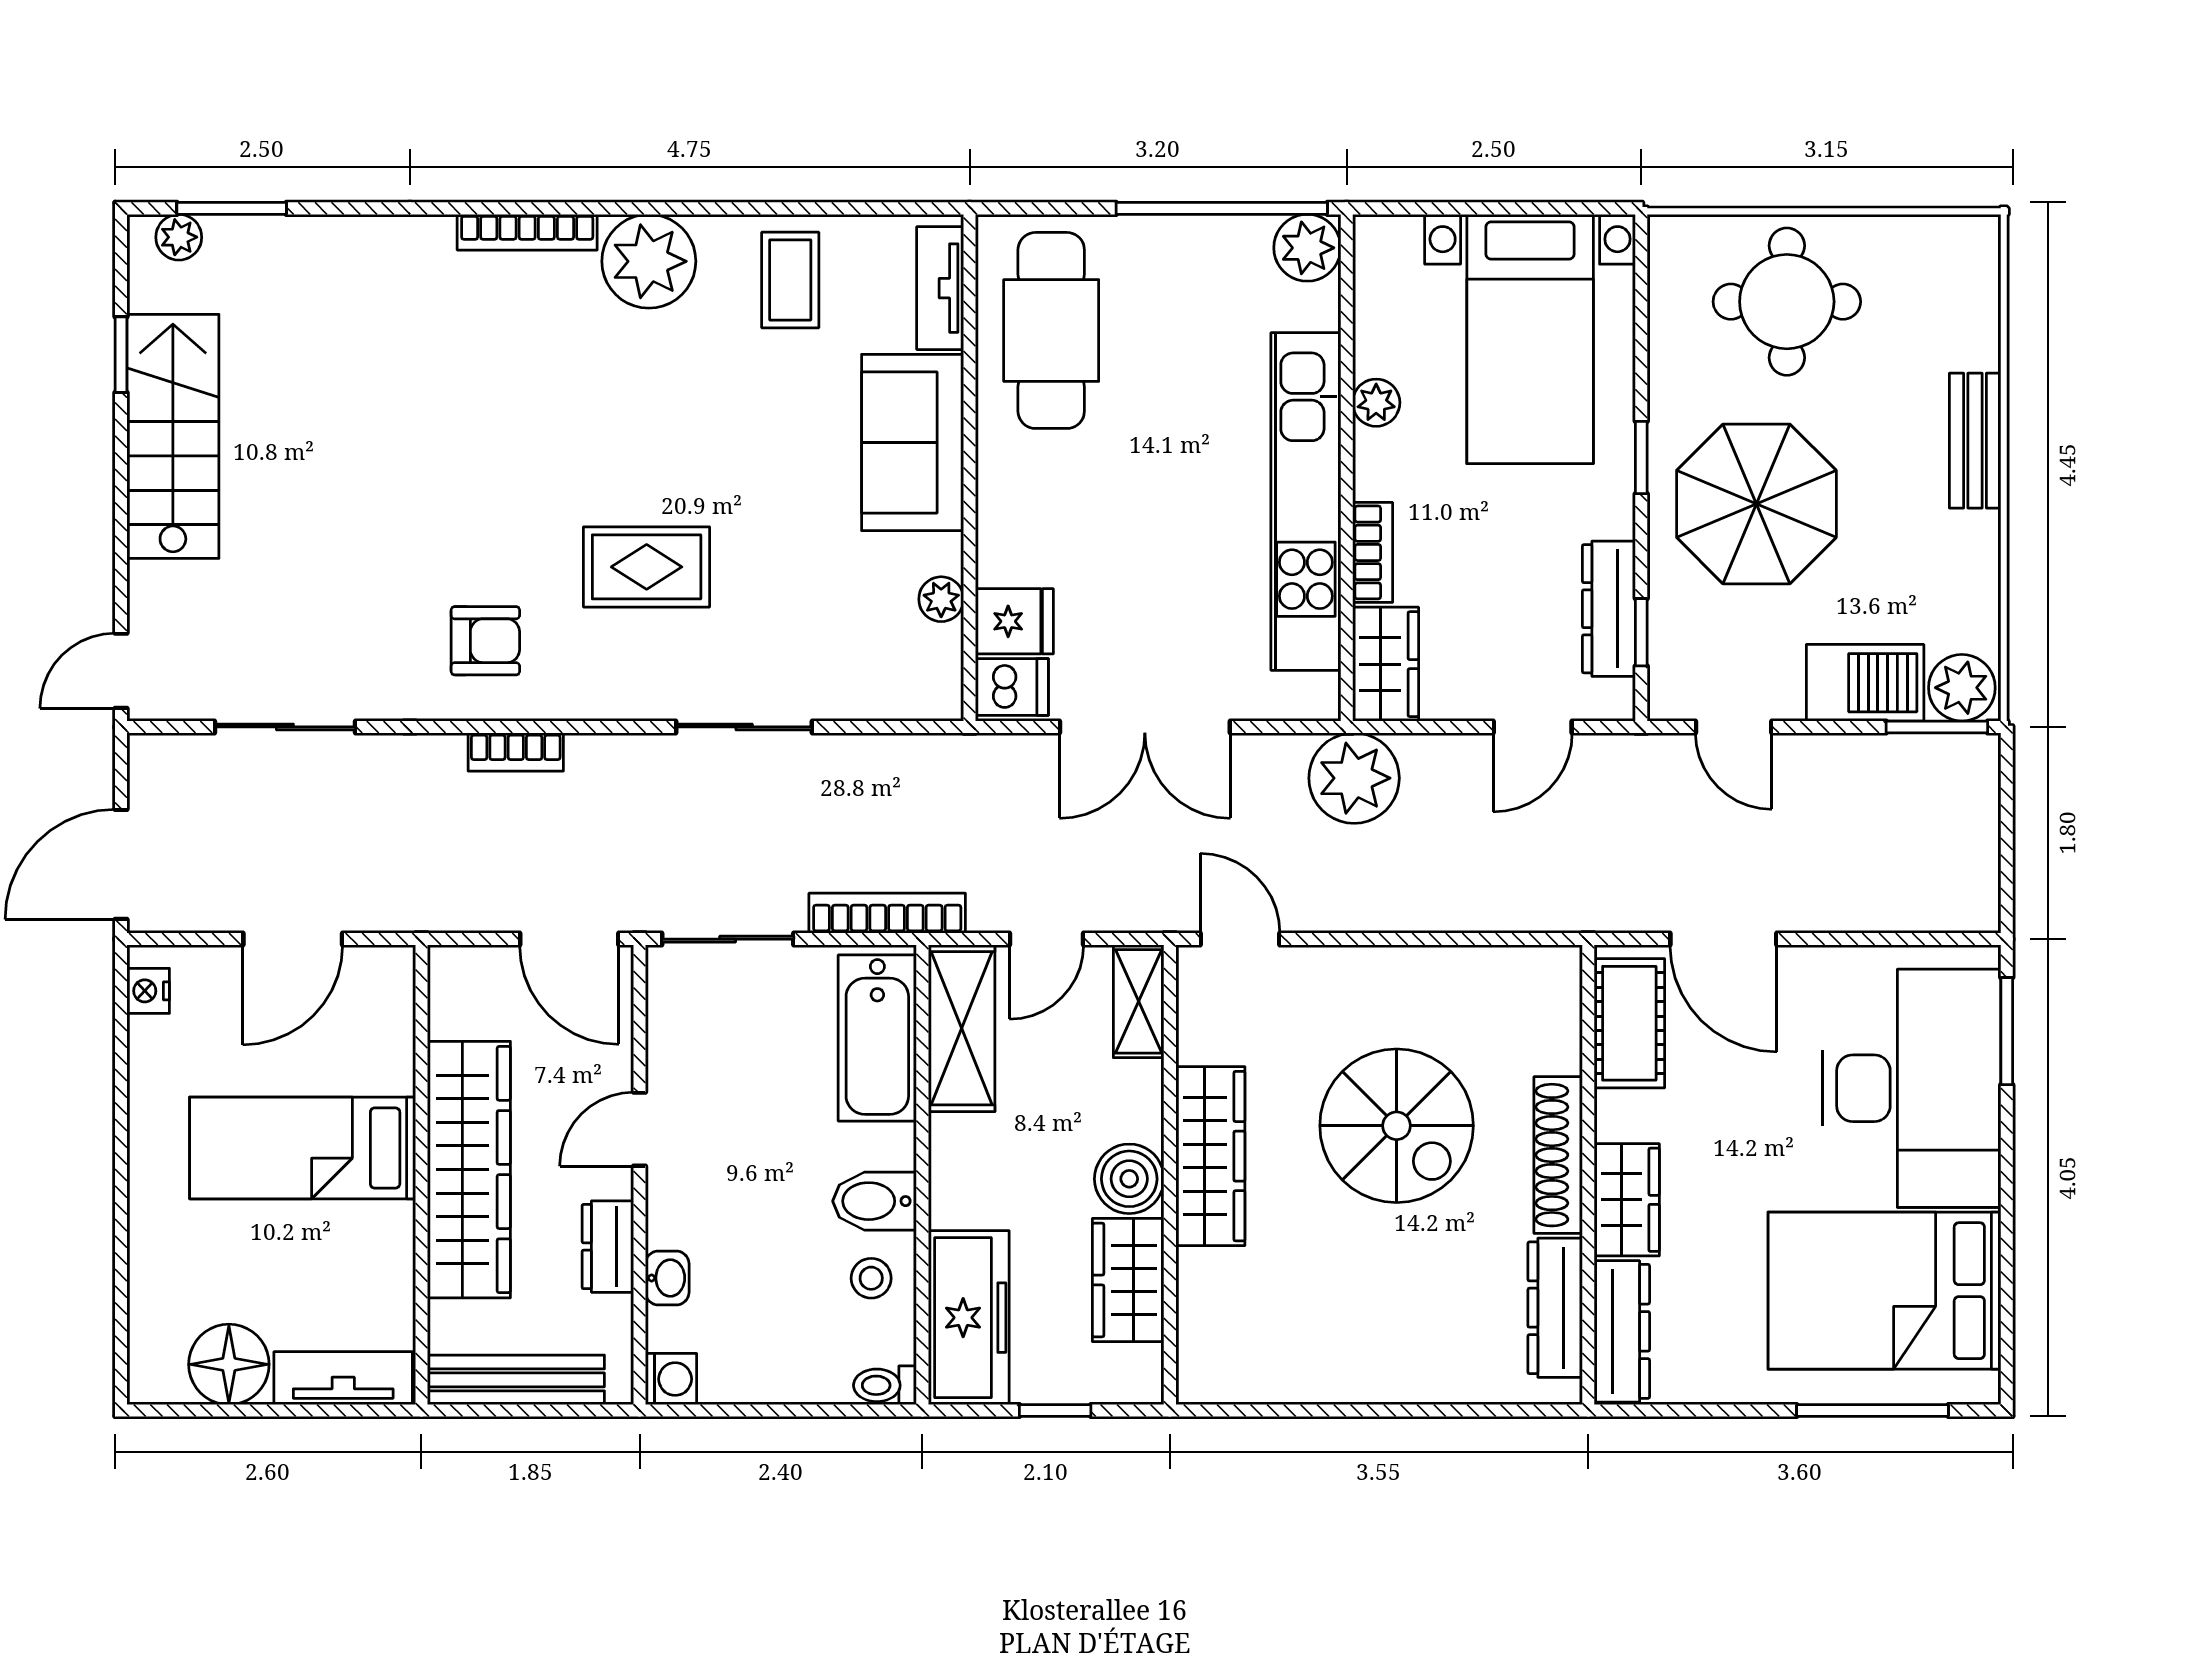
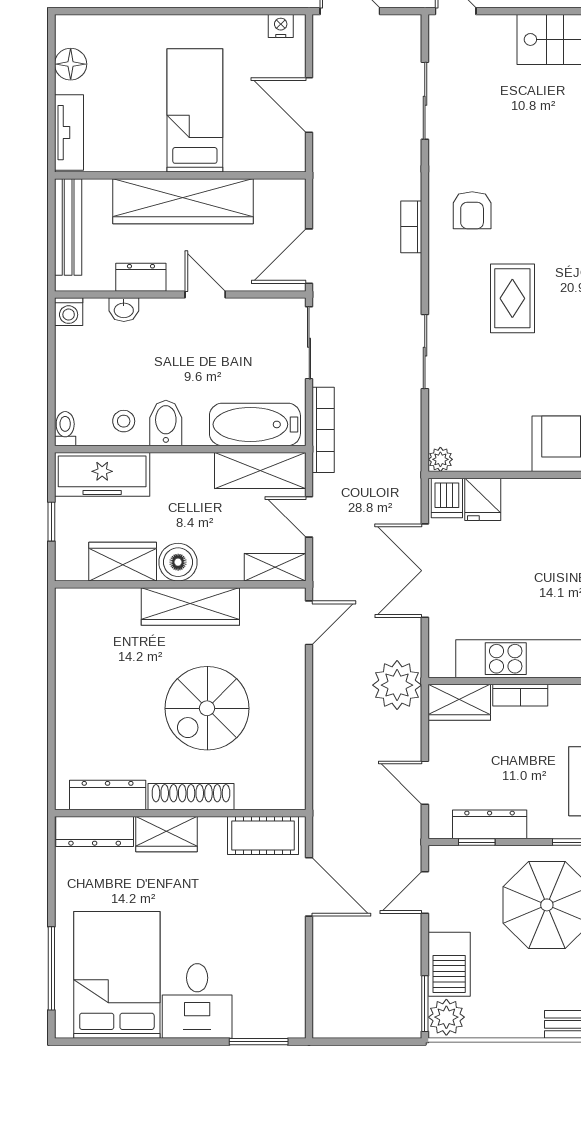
plant: (941, 599) -> (440, 459), moved
door: (1723, 939) -> (309, 887), swing flipped
desk: (1912, 1088) -> (197, 1001), width x0.53, depth x0.77
floor lamp: (229, 1364) -> (71, 64), width x0.73, depth x0.73

